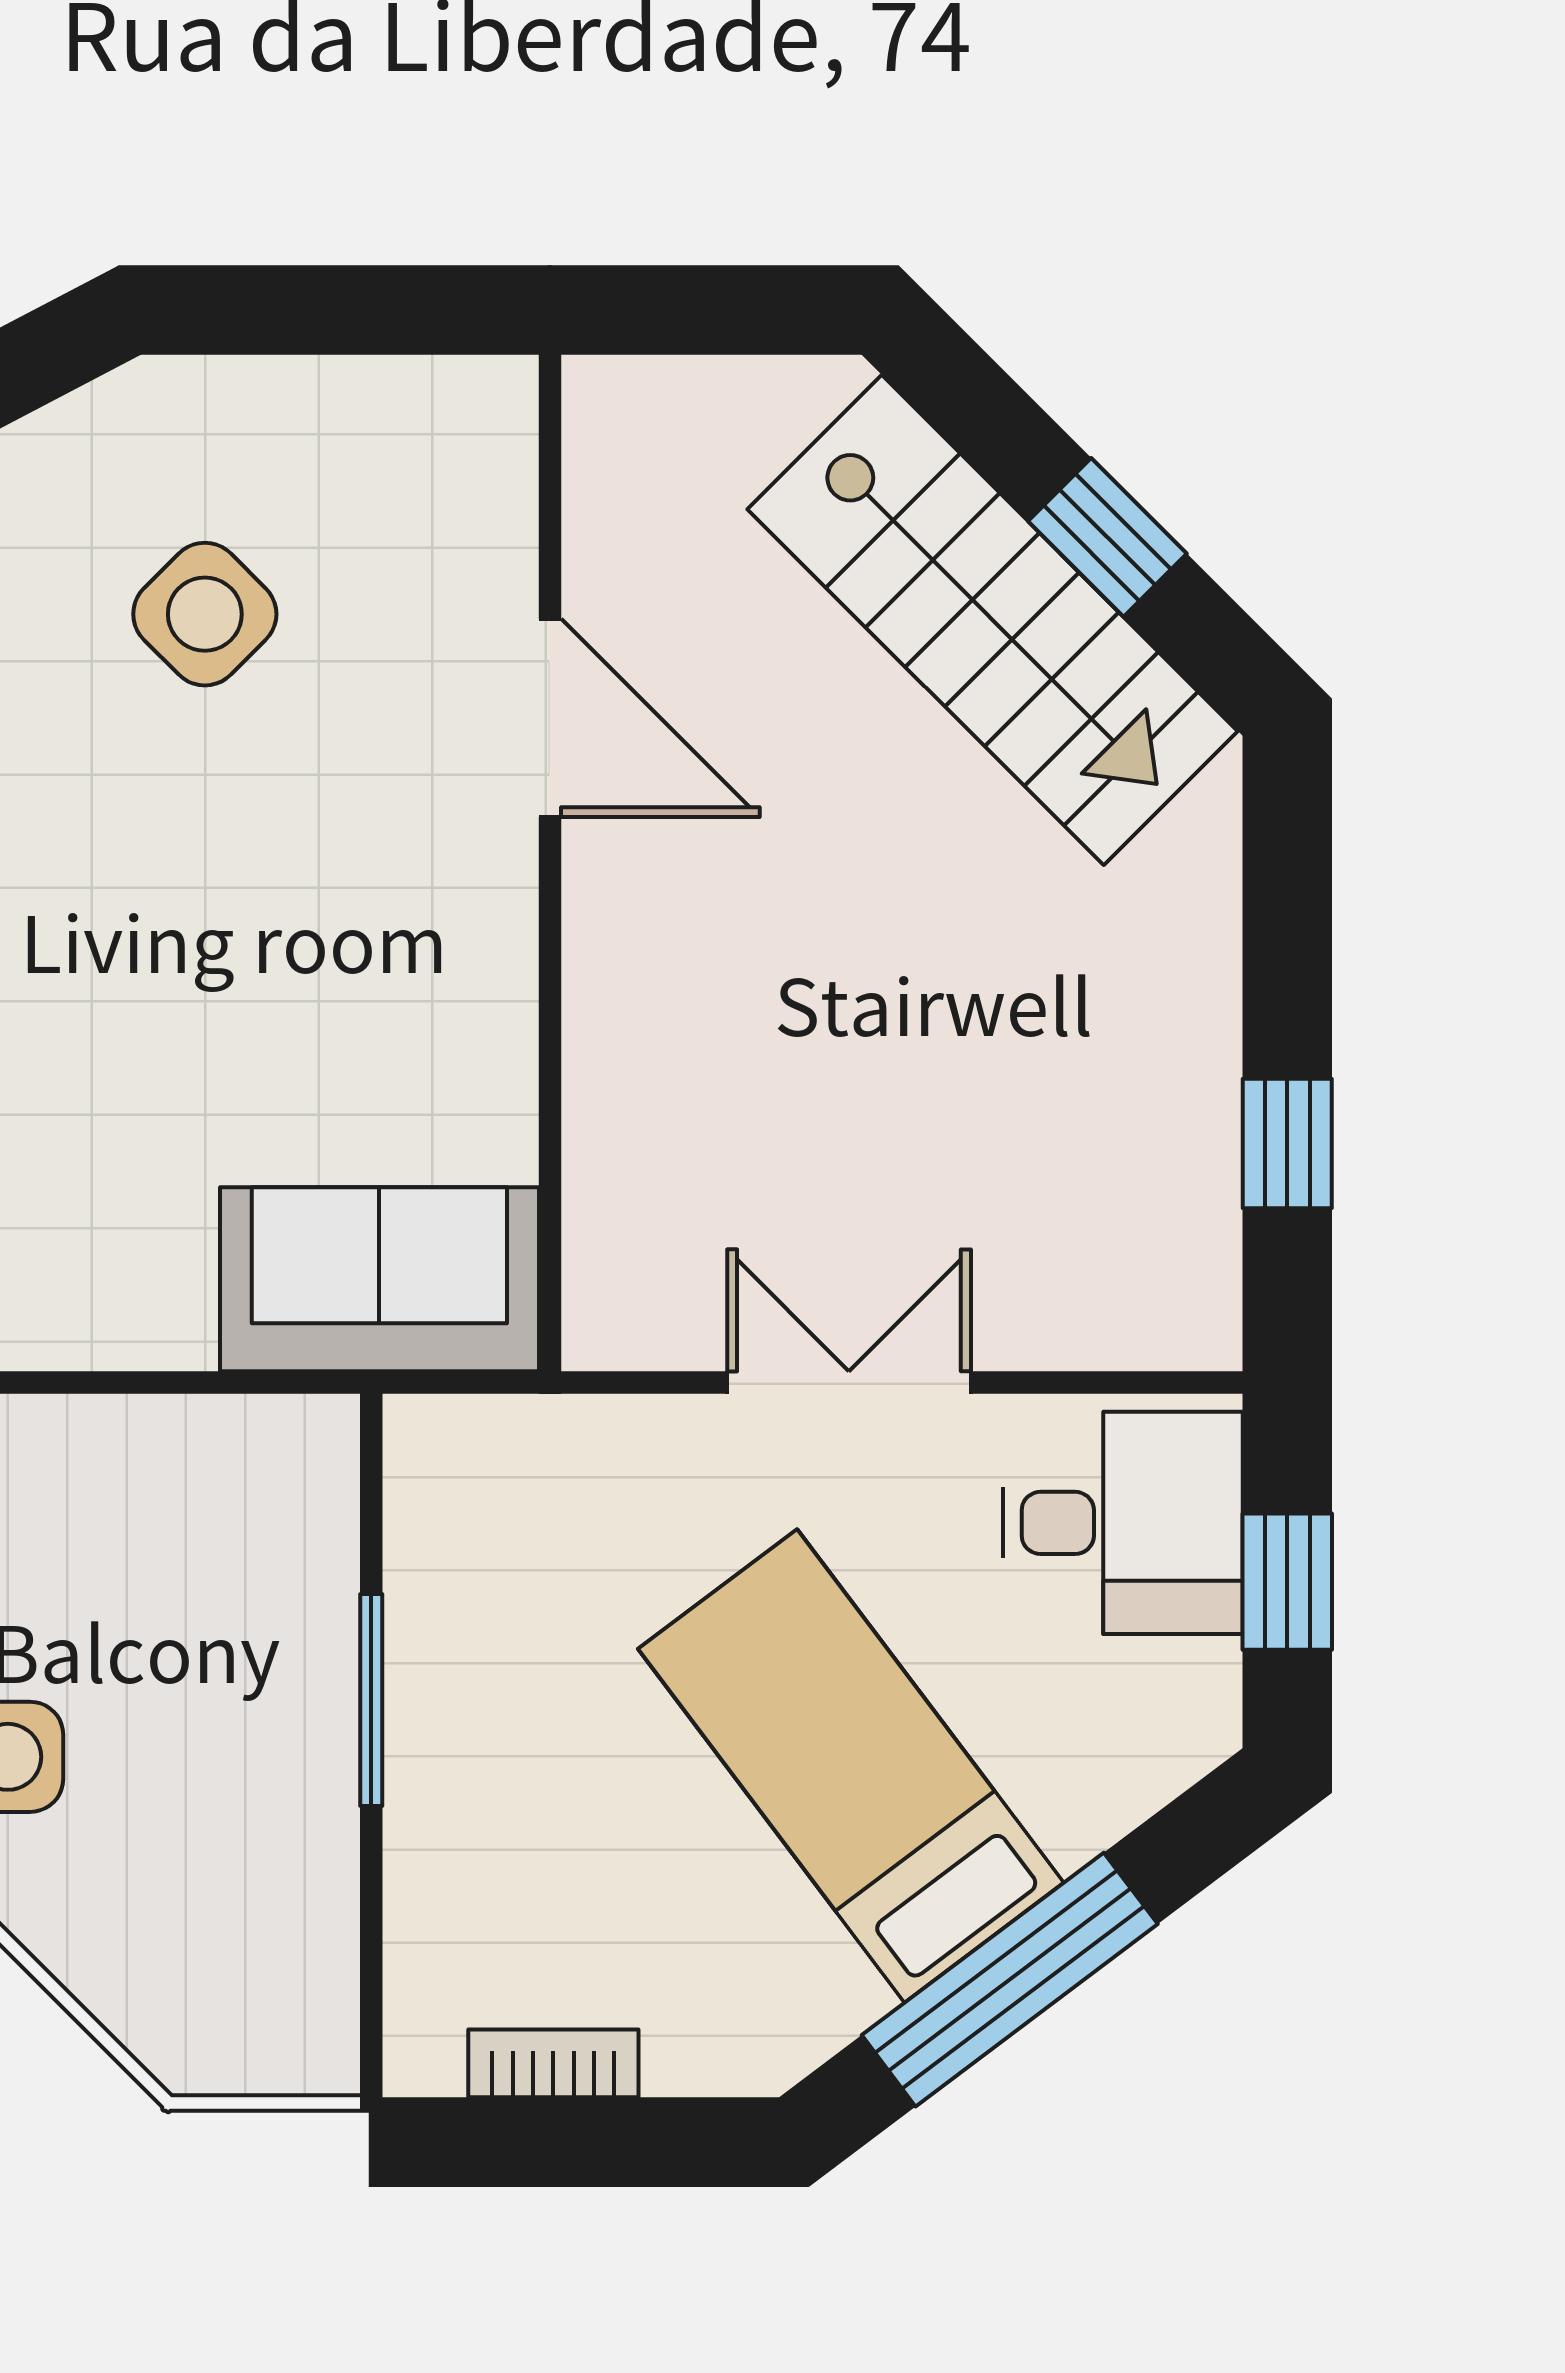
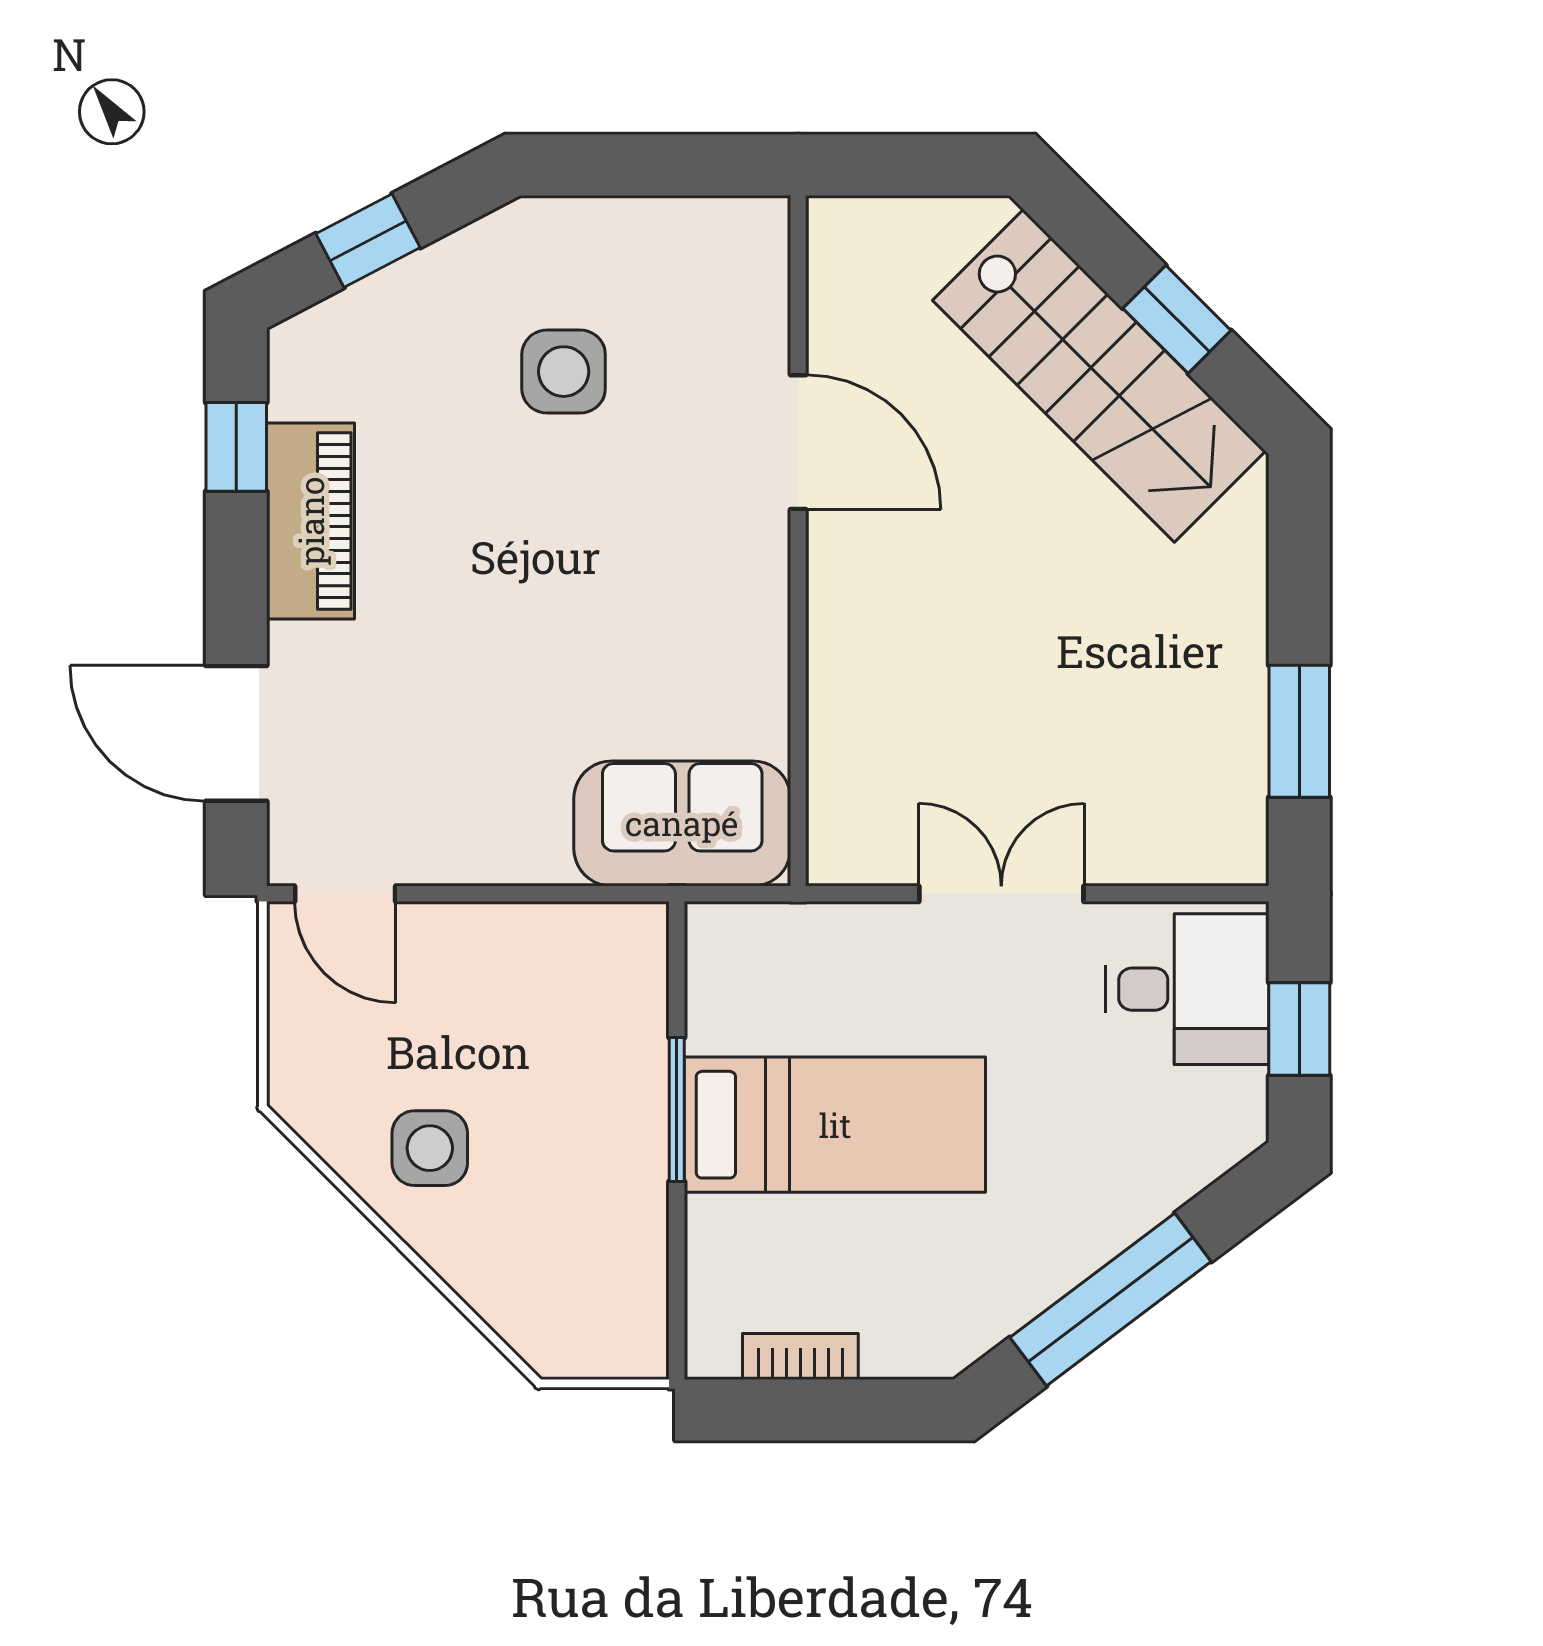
side table: (205, 614) -> (564, 372), turned 45
window: (1287, 1144) -> (1299, 731), width x1.50
bed: (851, 1766) -> (835, 1125), moved, turned 127

